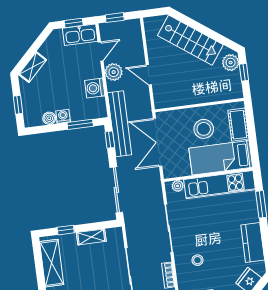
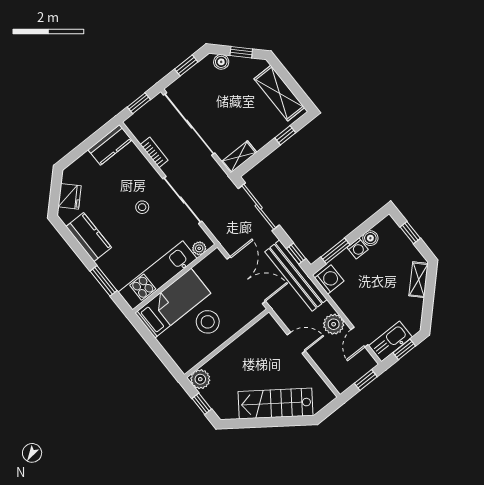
plant: (231, 63) -> (200, 379), moved
washing machine: (95, 88) -> (329, 279), moved
cot: (238, 125) -> (175, 347), removed
shelving: (91, 237) -> (239, 157), moved
stool: (197, 260) -> (142, 207), moved

